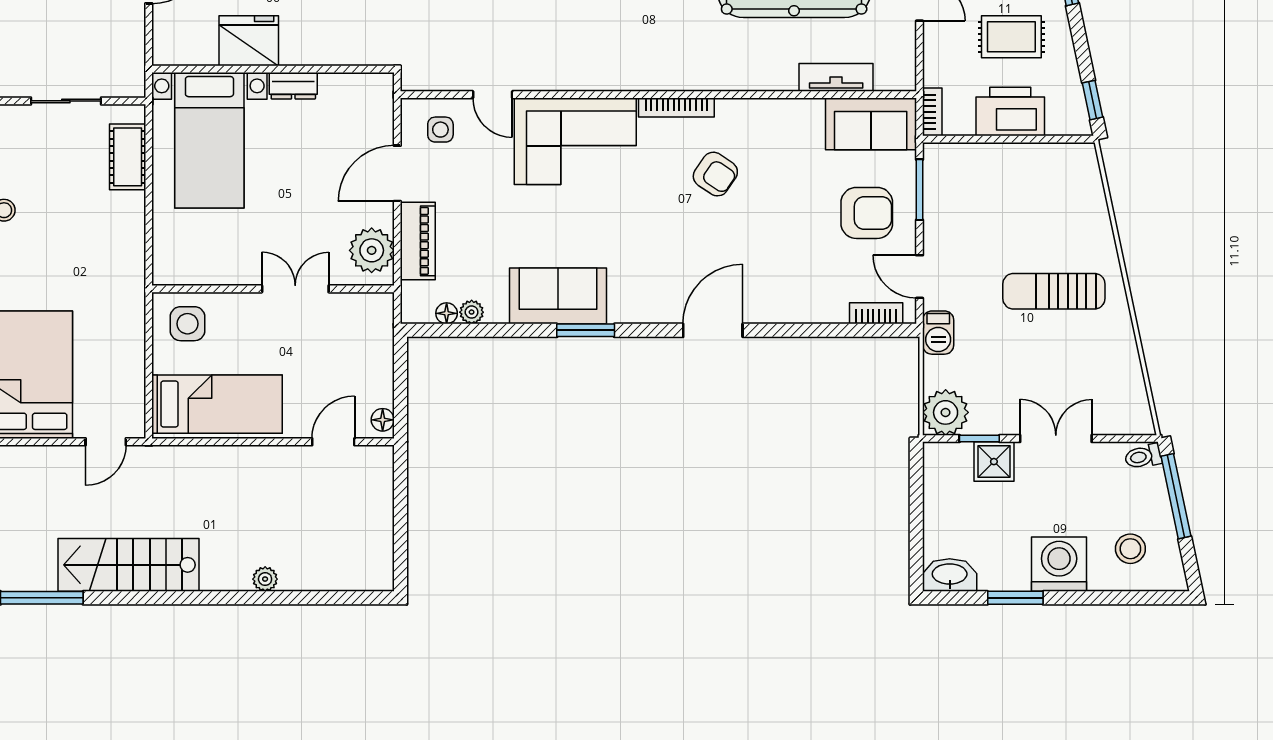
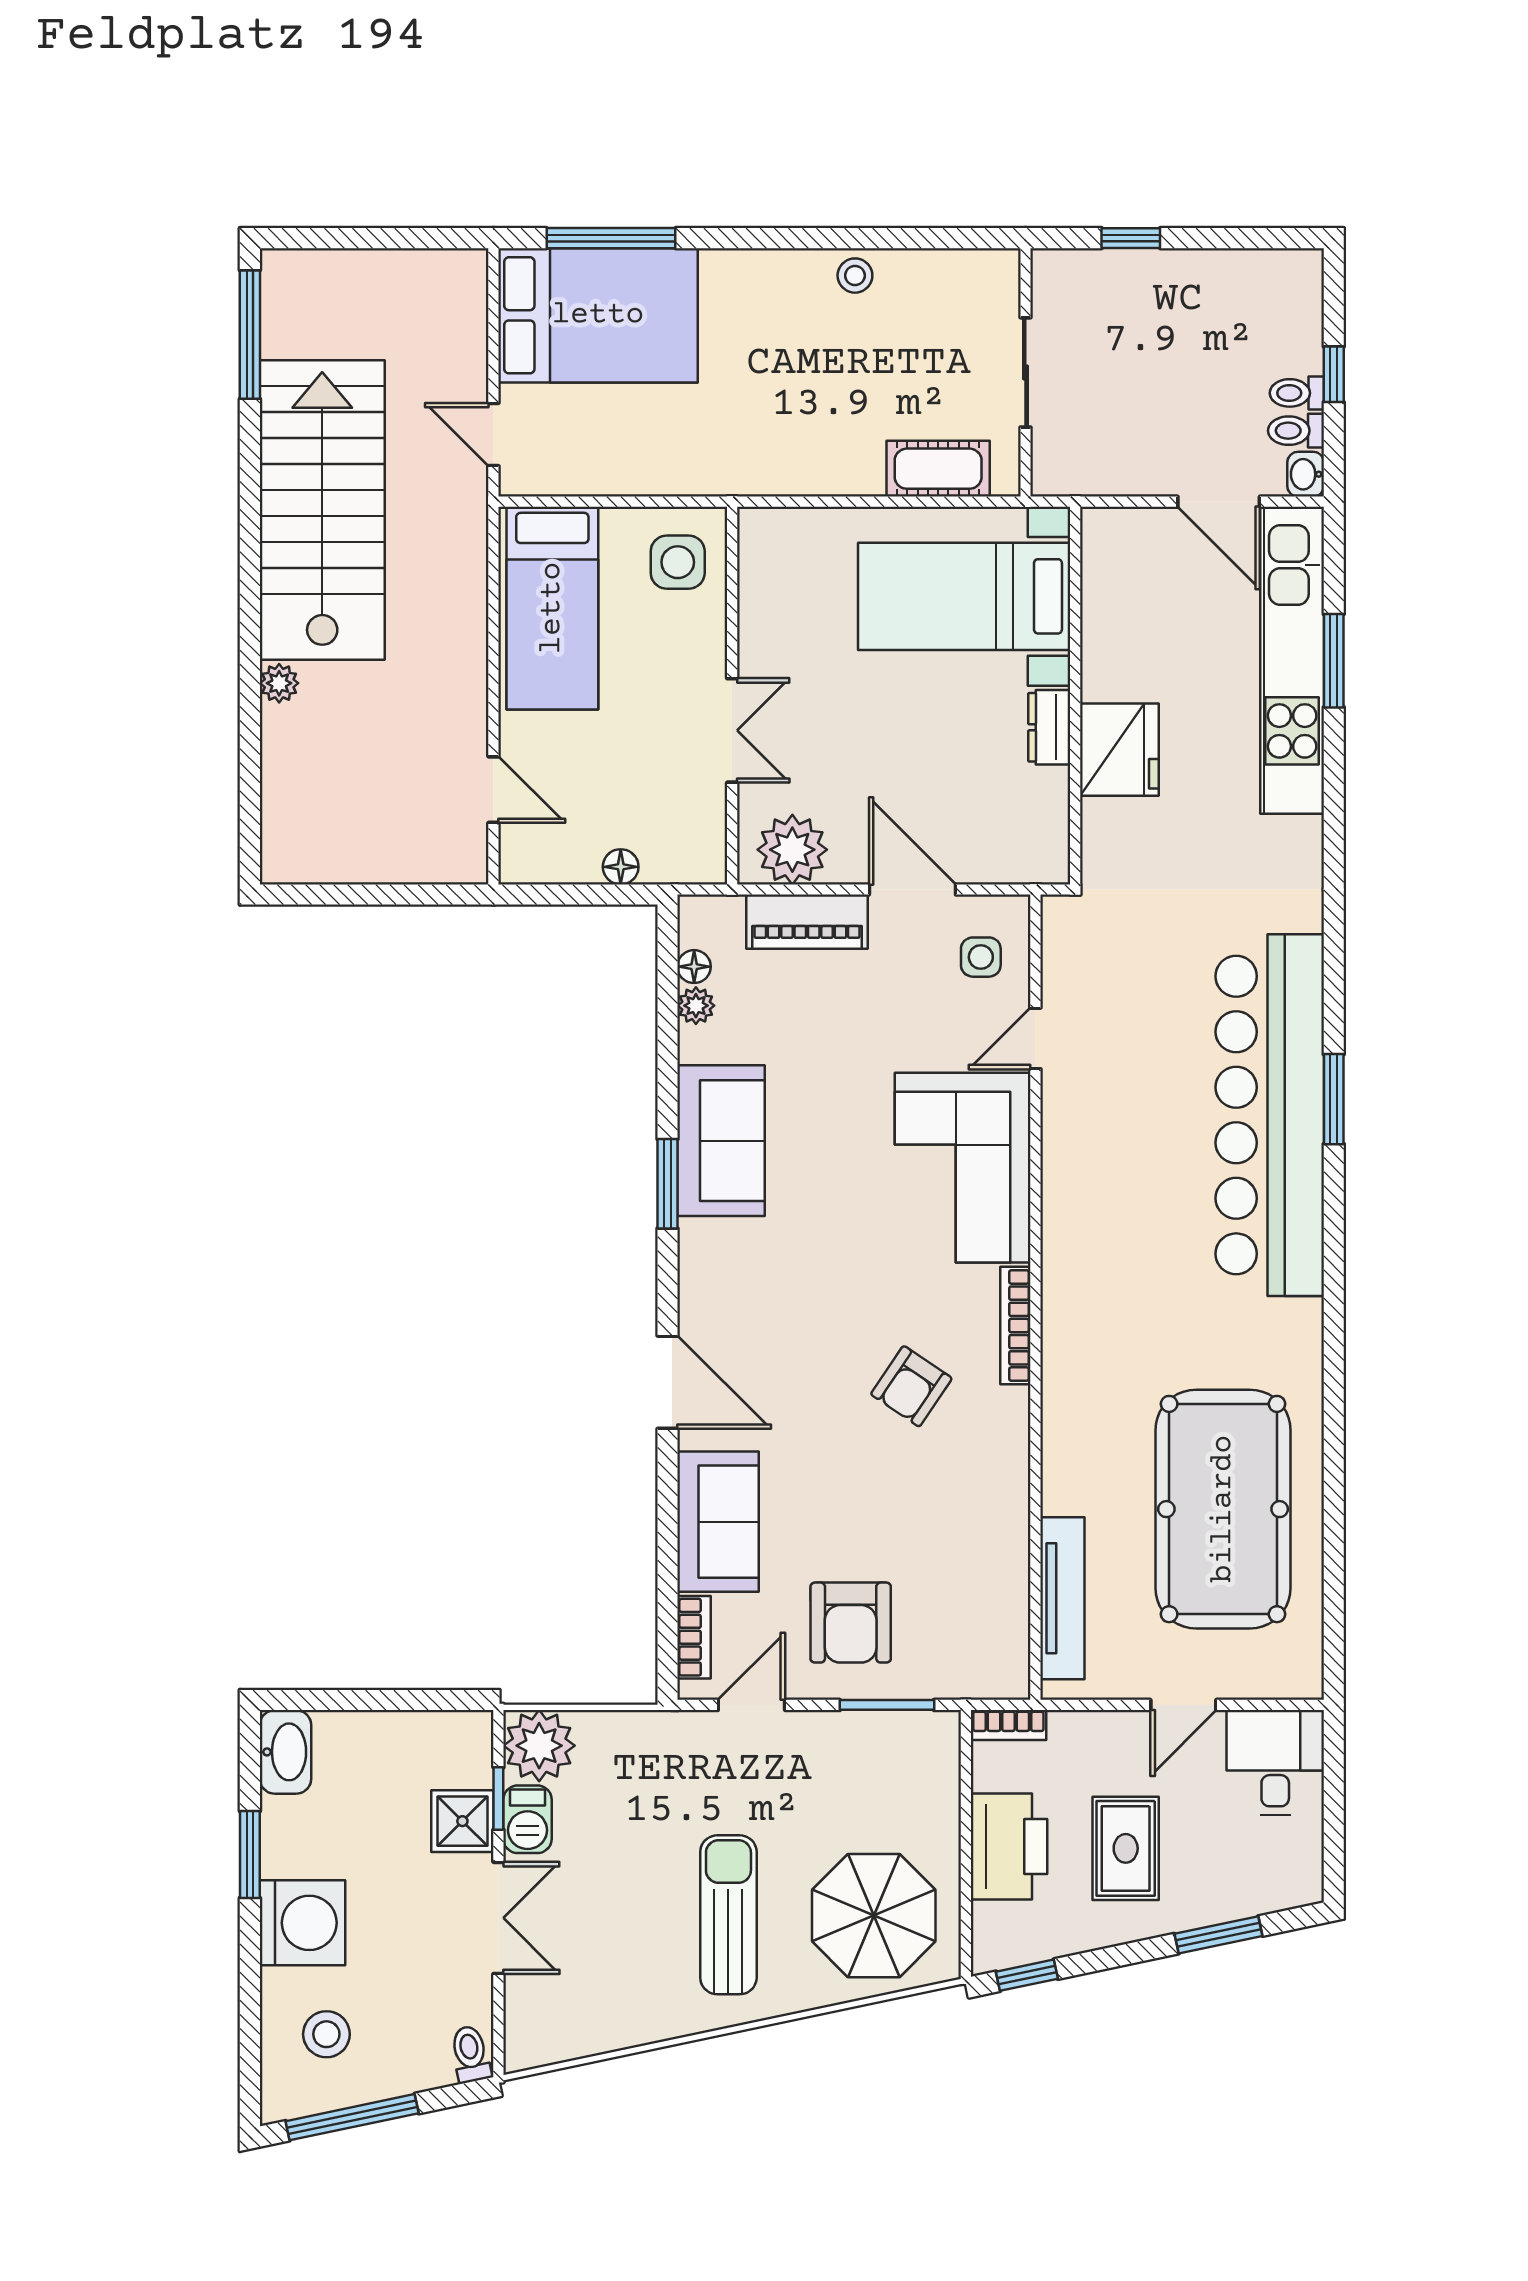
fridge: (249, 41) -> (1119, 750), moved
tv unit: (836, 77) -> (1062, 1598), width x1.41
sofa: (871, 124) -> (718, 1522), moved, turned 180
parasol: (1054, 198) -> (874, 1916), added
barbecue: (938, 333) -> (528, 1819), moved, turned -90
floor lamp: (383, 420) -> (621, 867), moved
window: (1176, 496) -> (352, 2117), moved
stairs: (128, 565) -> (322, 510), width x1.36, depth x1.51

